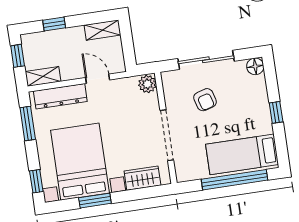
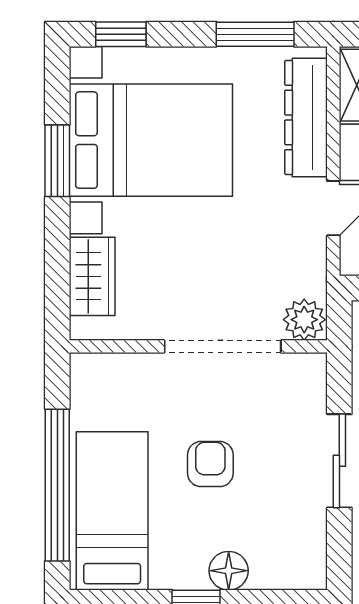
sliding door: (206, 60) -> (339, 461), width x0.73
floor lamp: (255, 66) -> (229, 571), moved
armchair: (205, 100) -> (210, 464), moved, turned 106
doorway: (167, 135) -> (223, 346), moved

